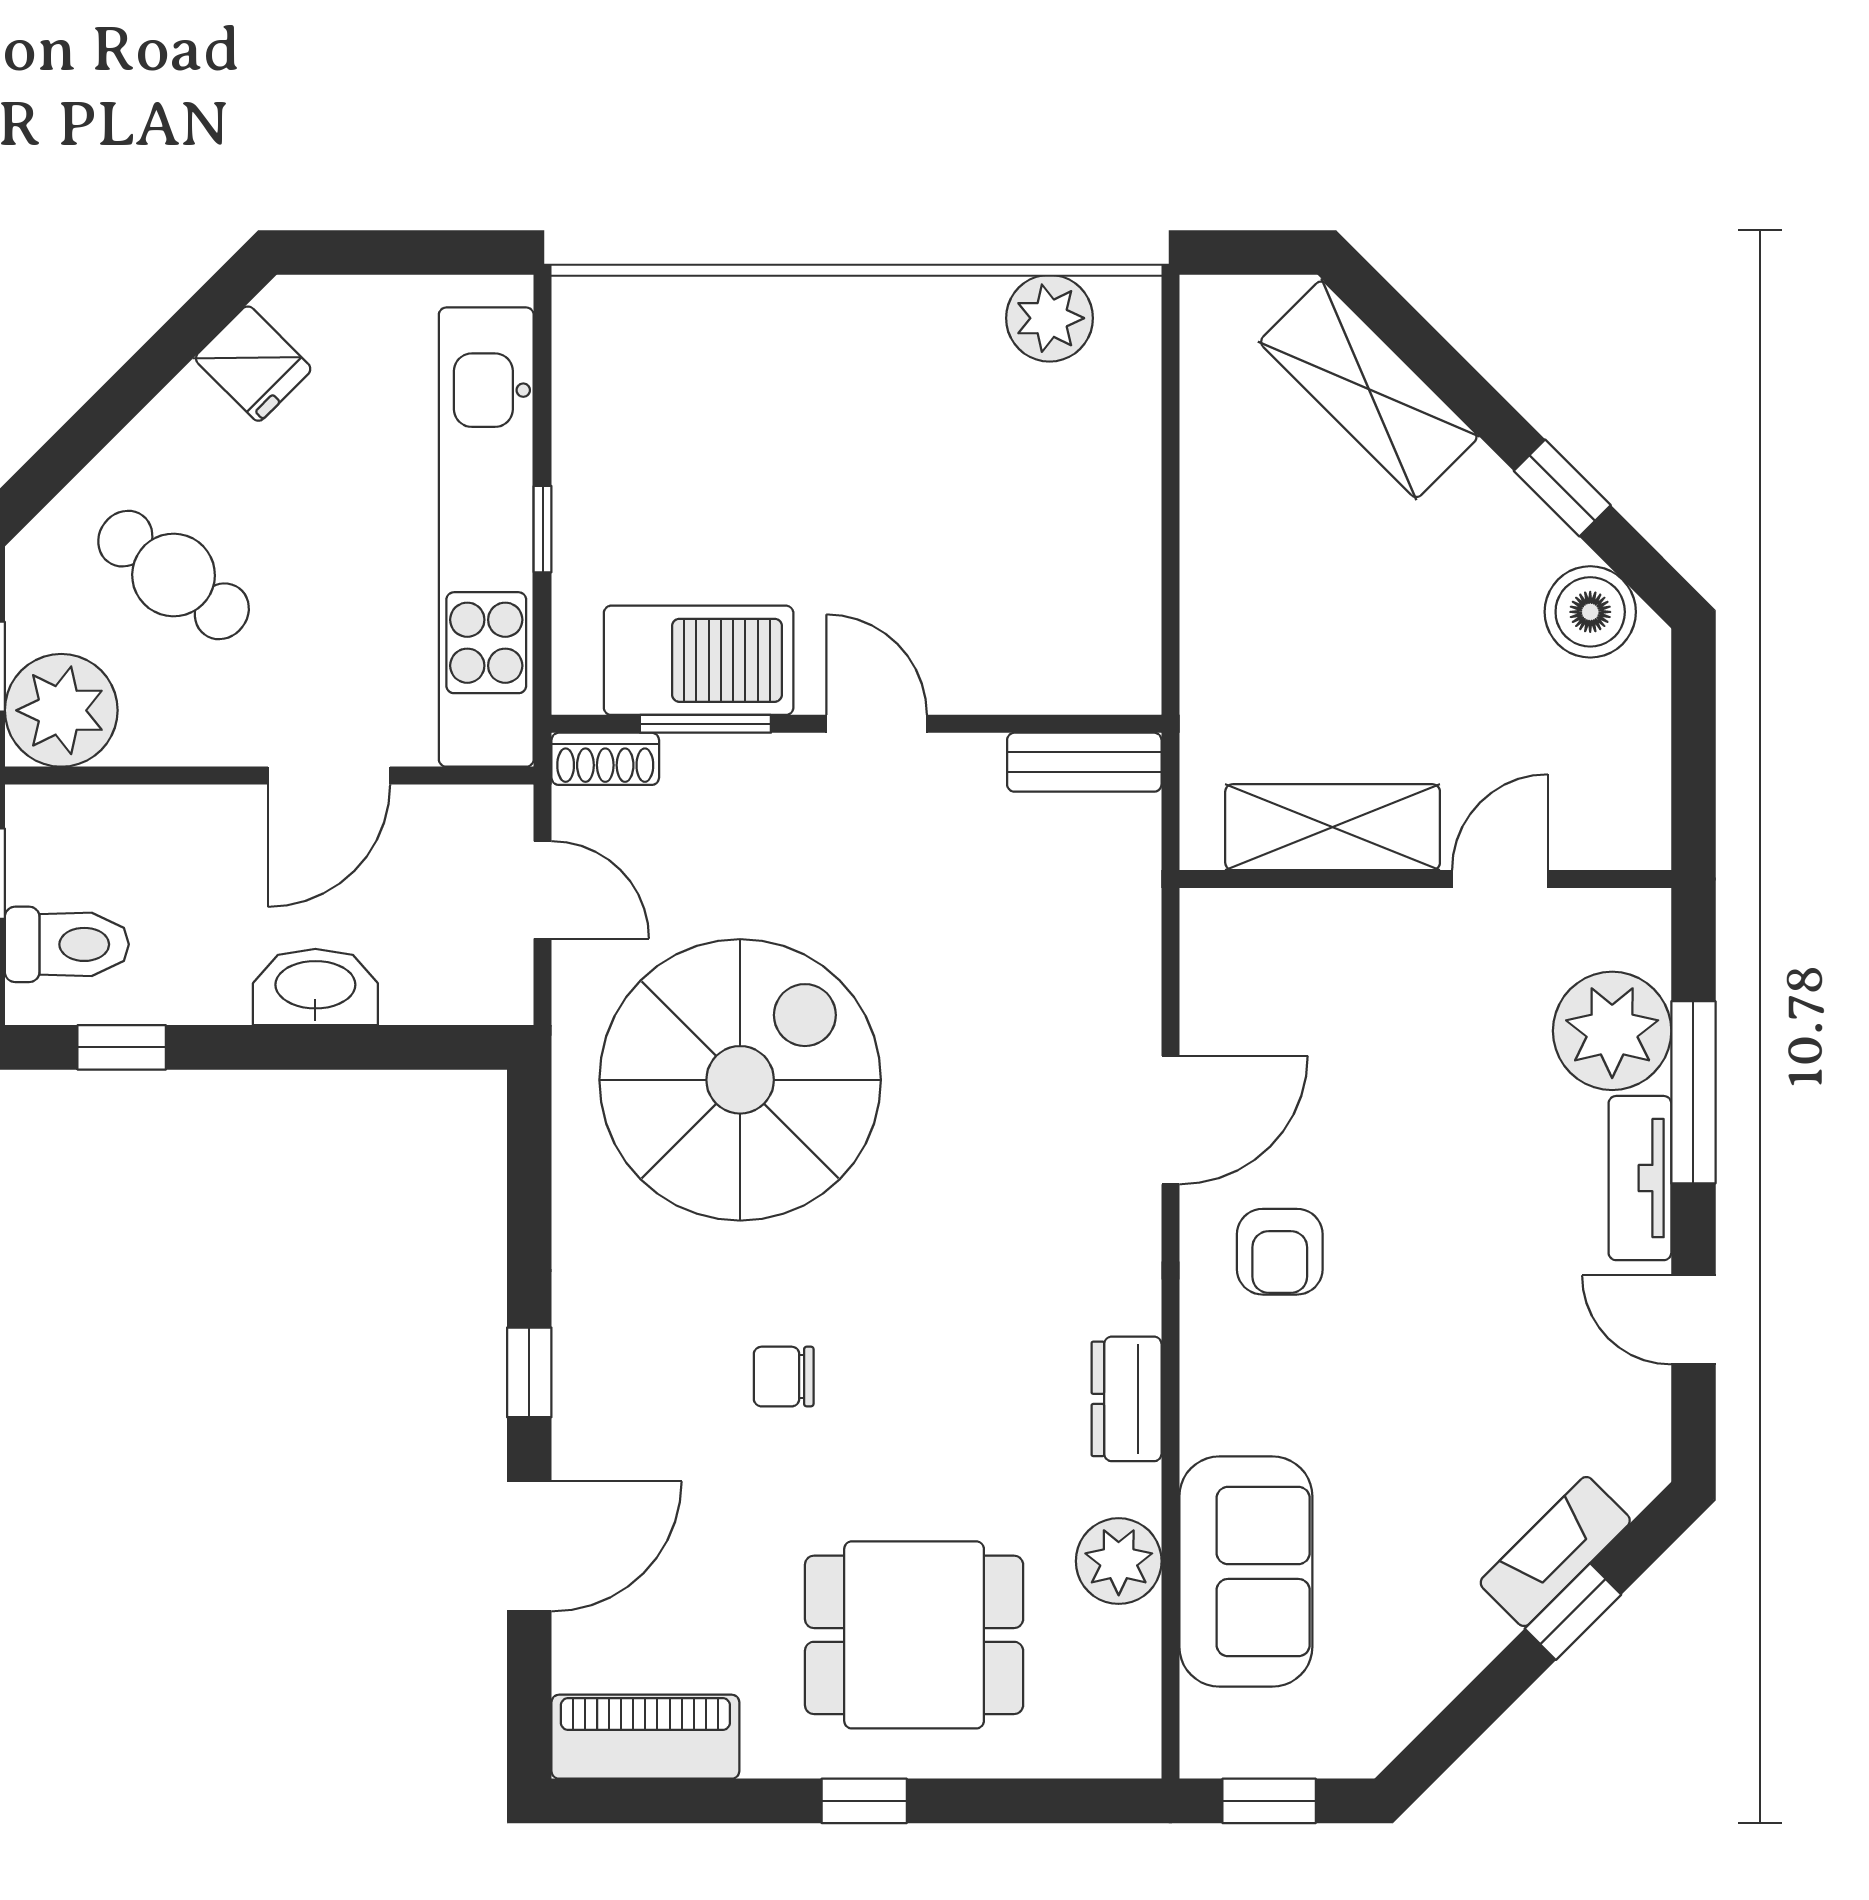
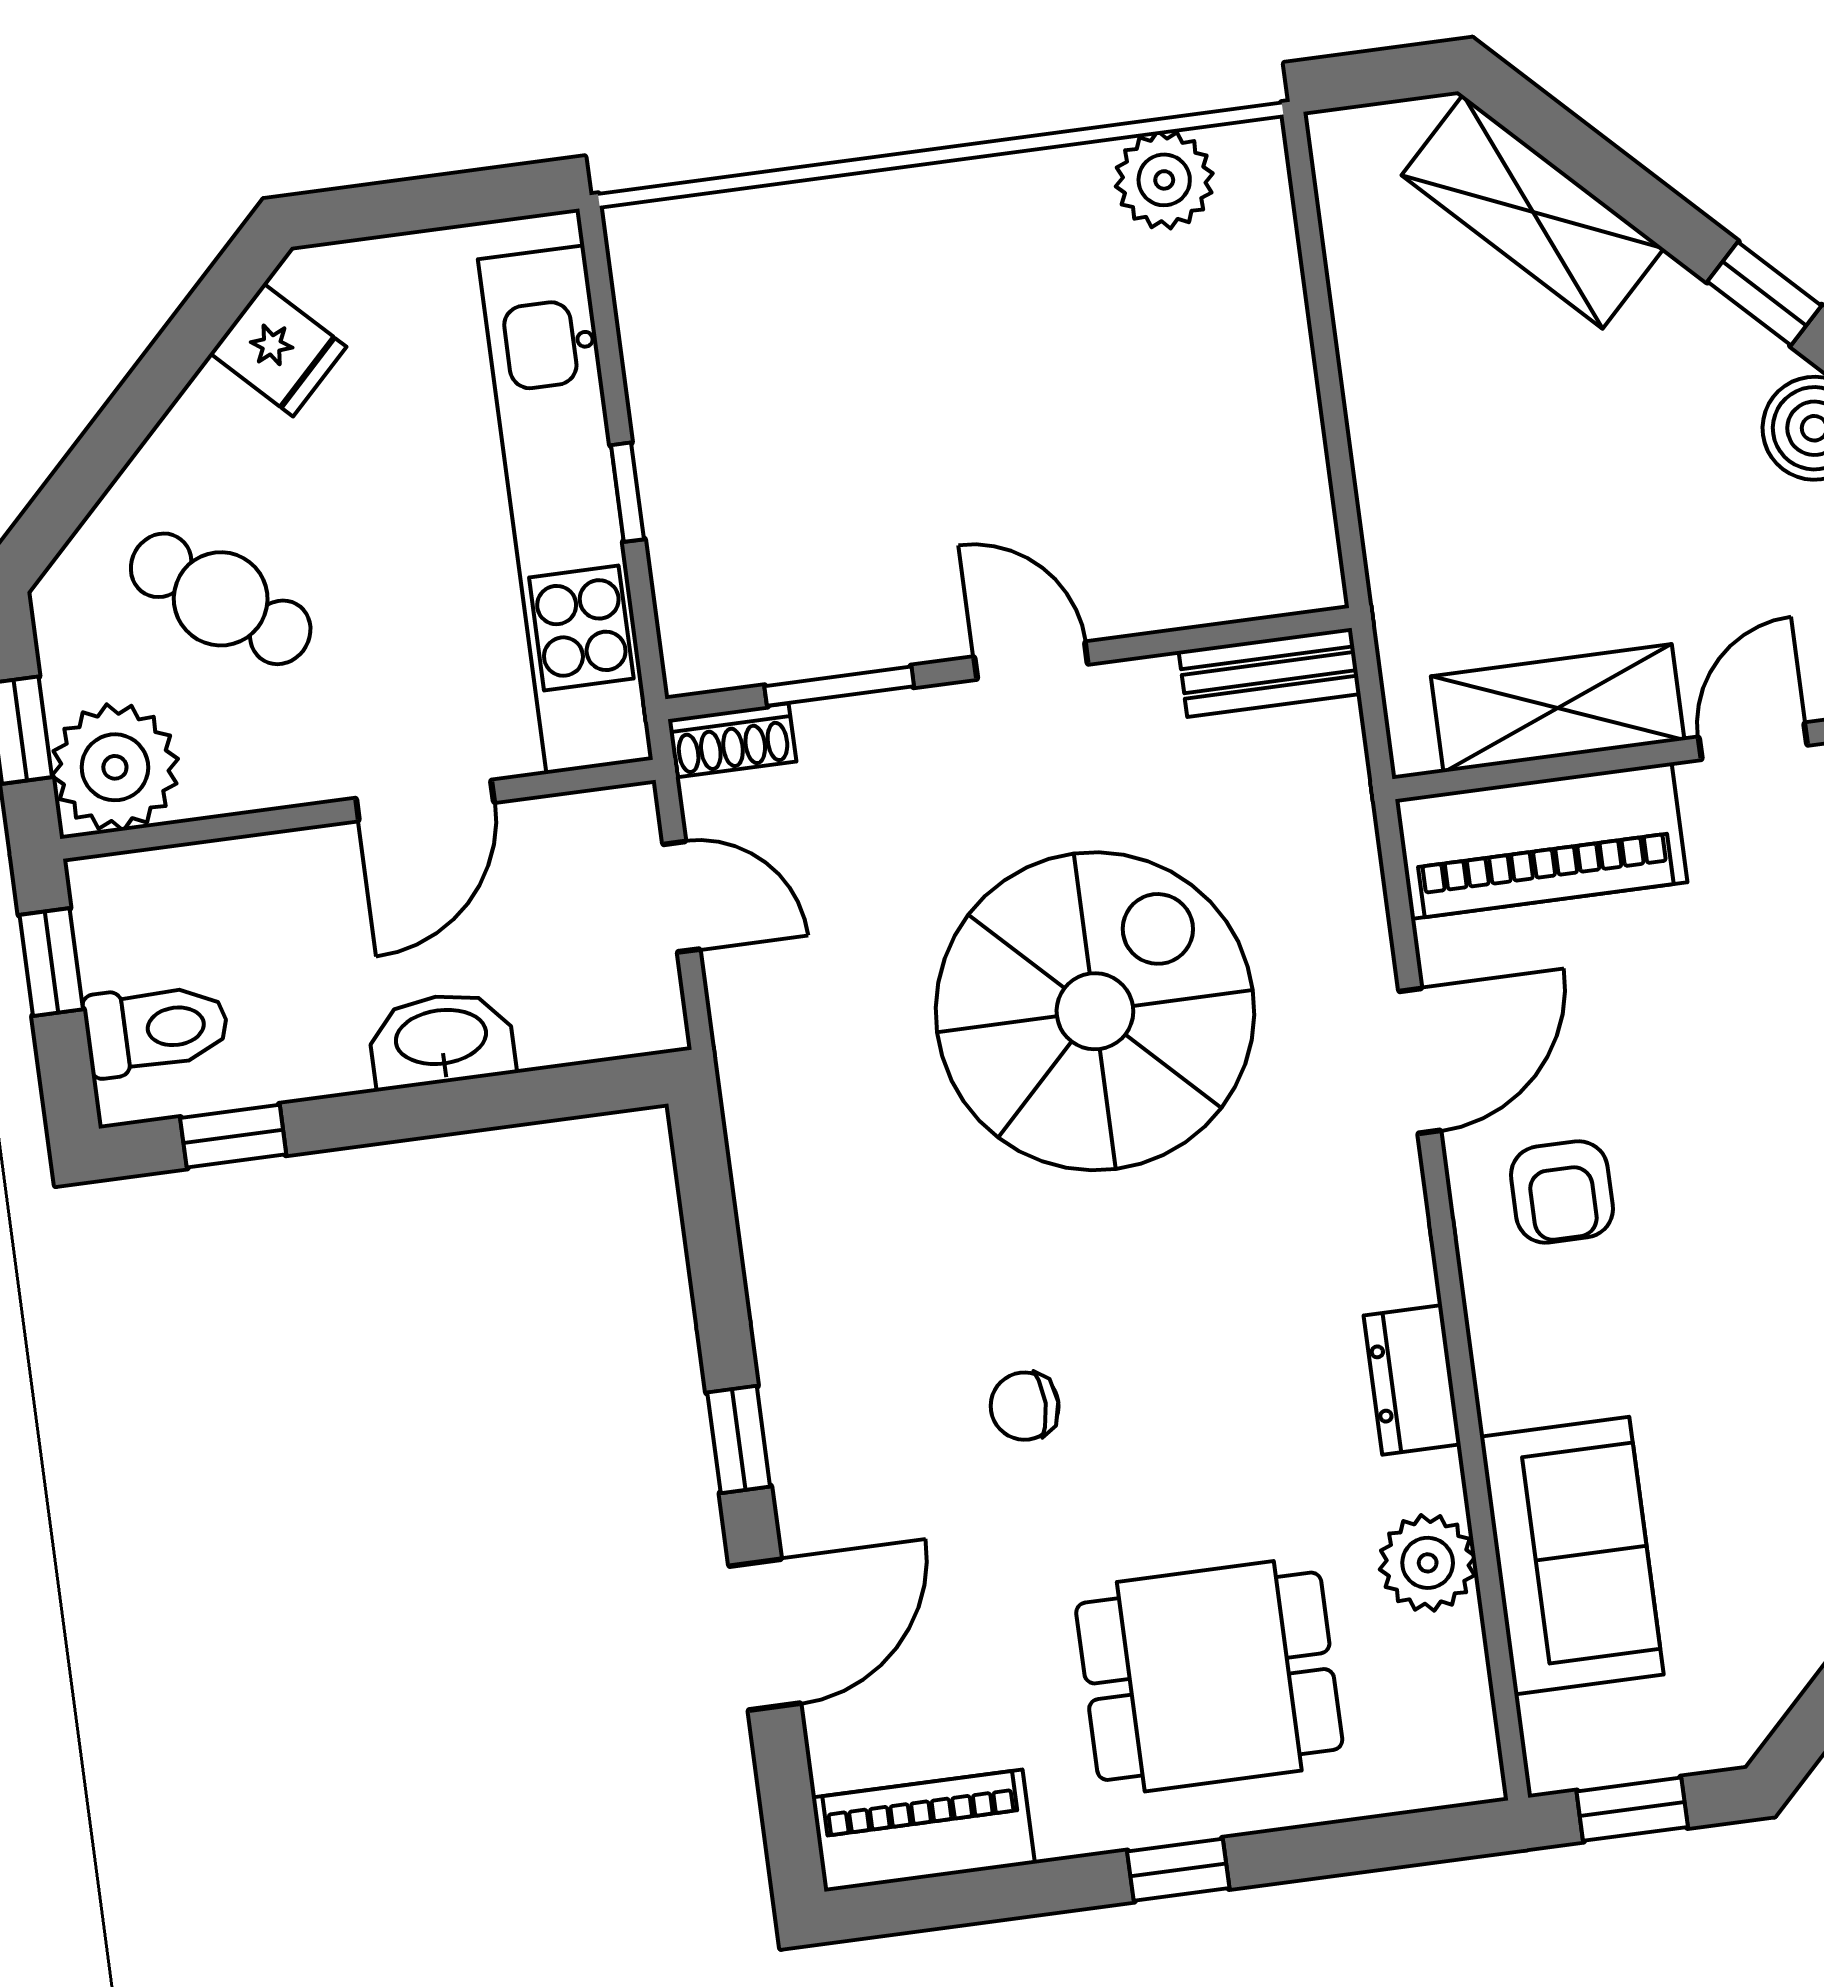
barbecue: (699, 660) -> (822, 616), removed
piano: (1303, 941) -> (1541, 841), added
spiral stairs: (740, 1080) -> (1095, 1011), moved

